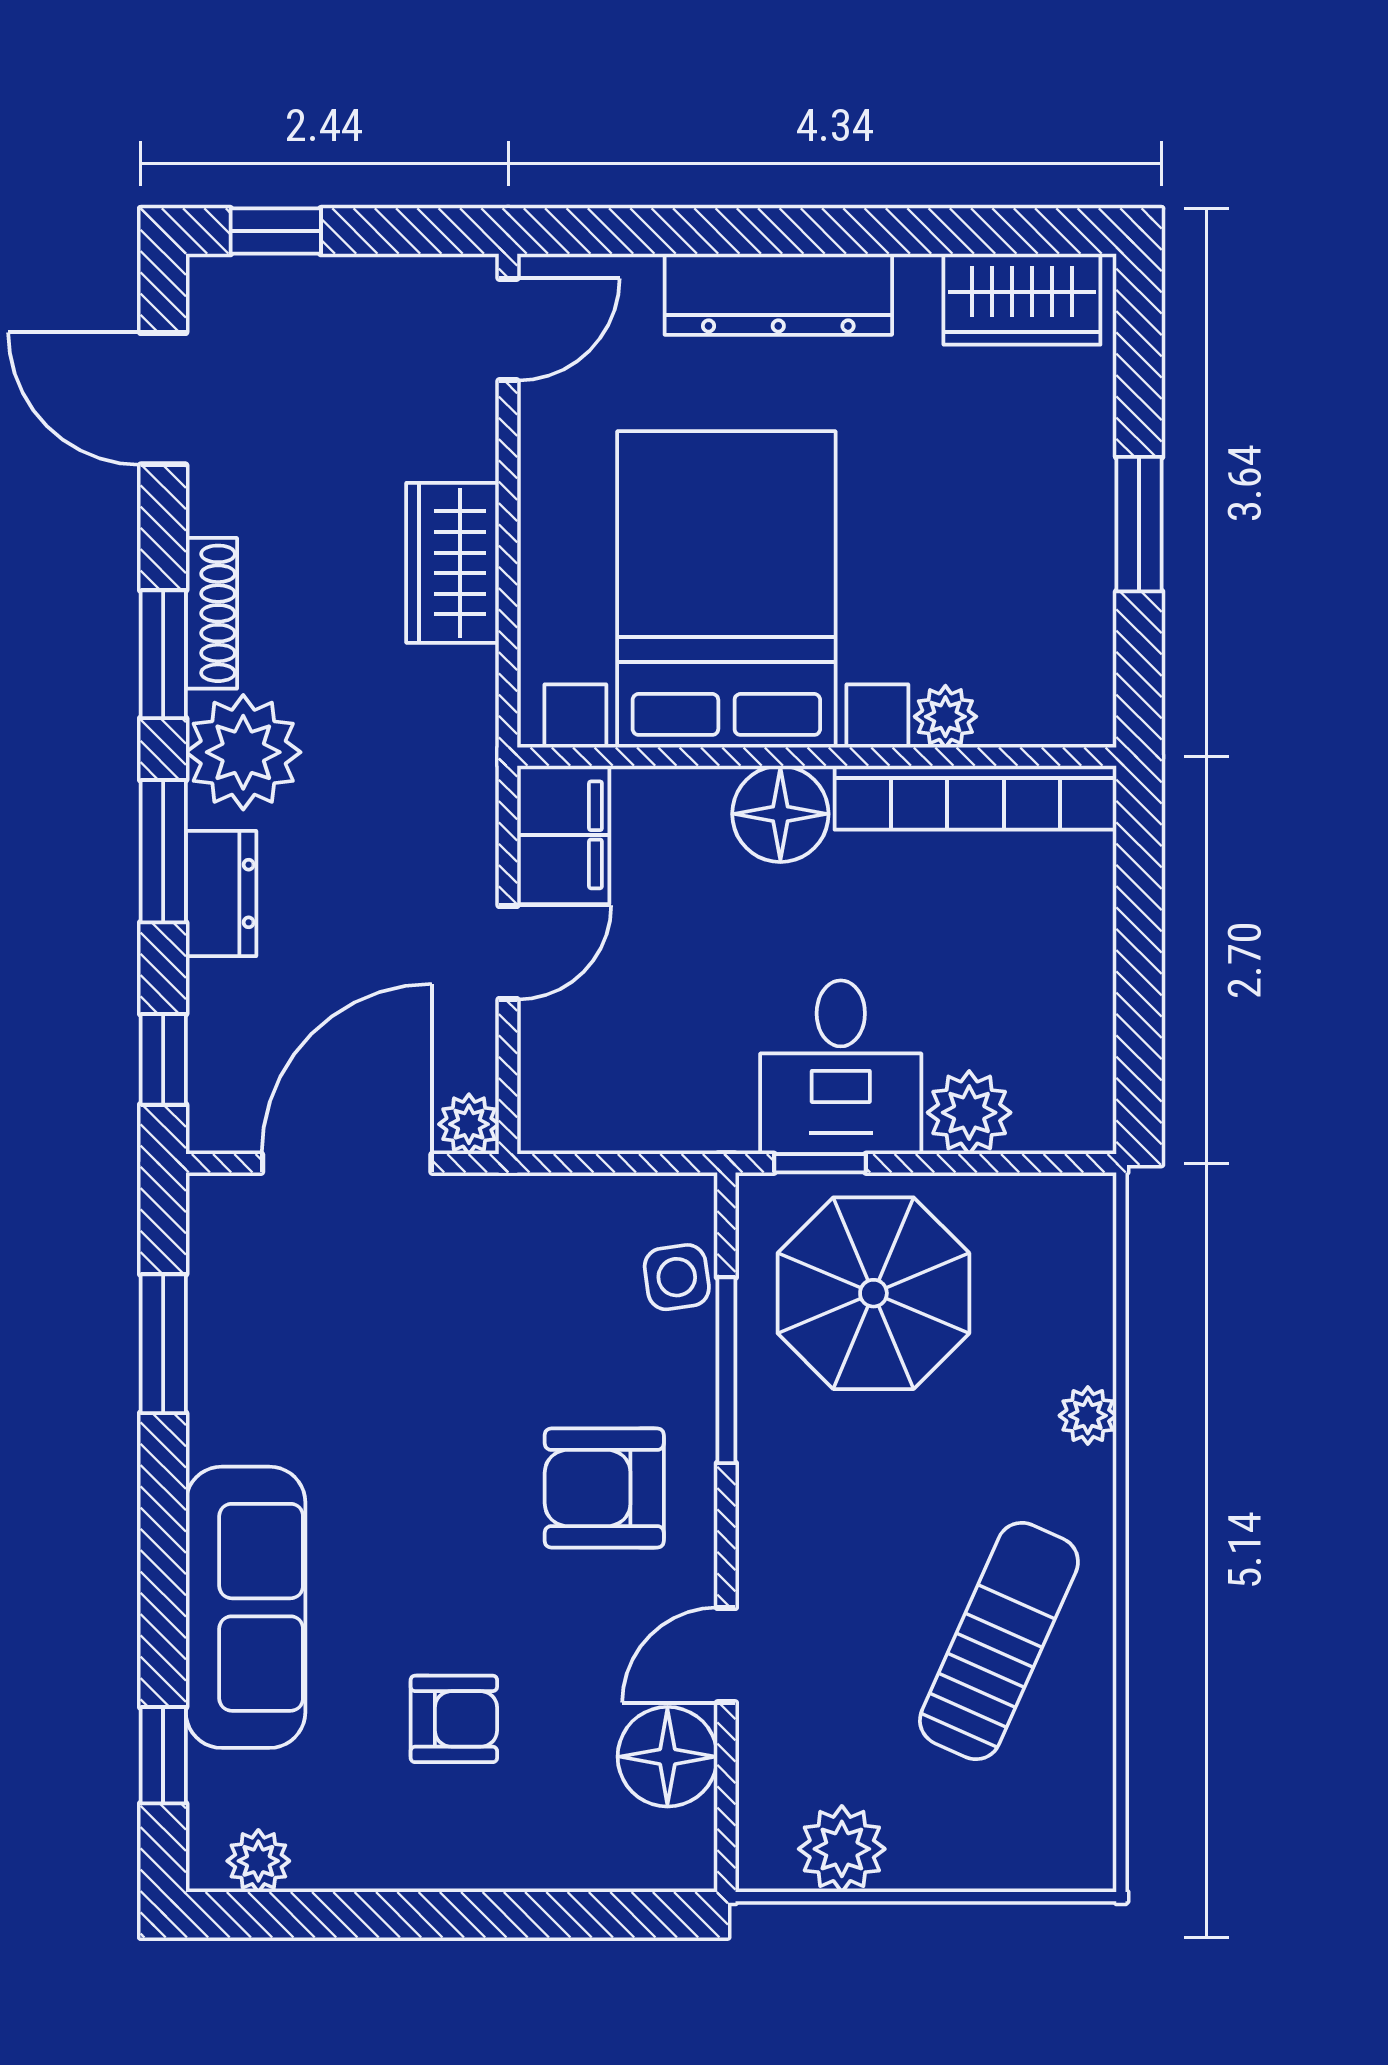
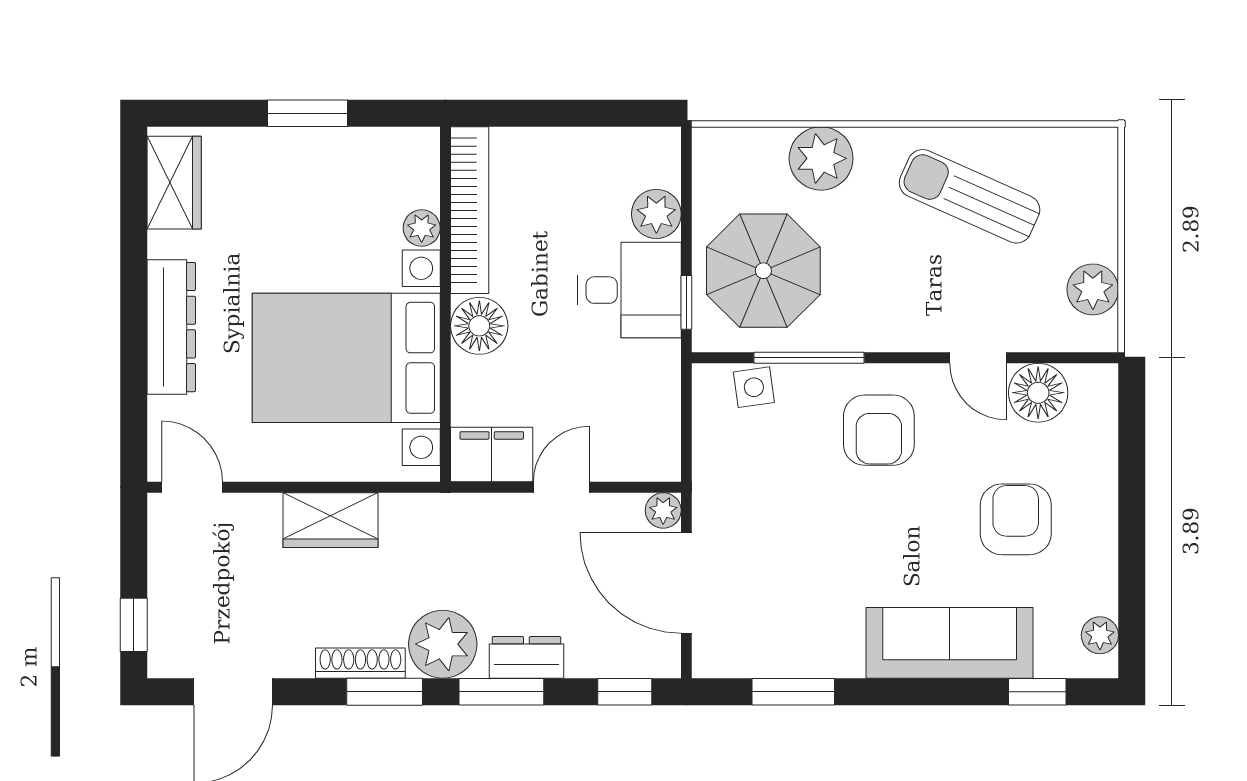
door: (508, 952) -> (561, 487), hinge flipped
plant: (1088, 1416) -> (821, 158), width x1.88, depth x1.88
armchair: (454, 1719) -> (1016, 519), width x1.38, depth x1.38

